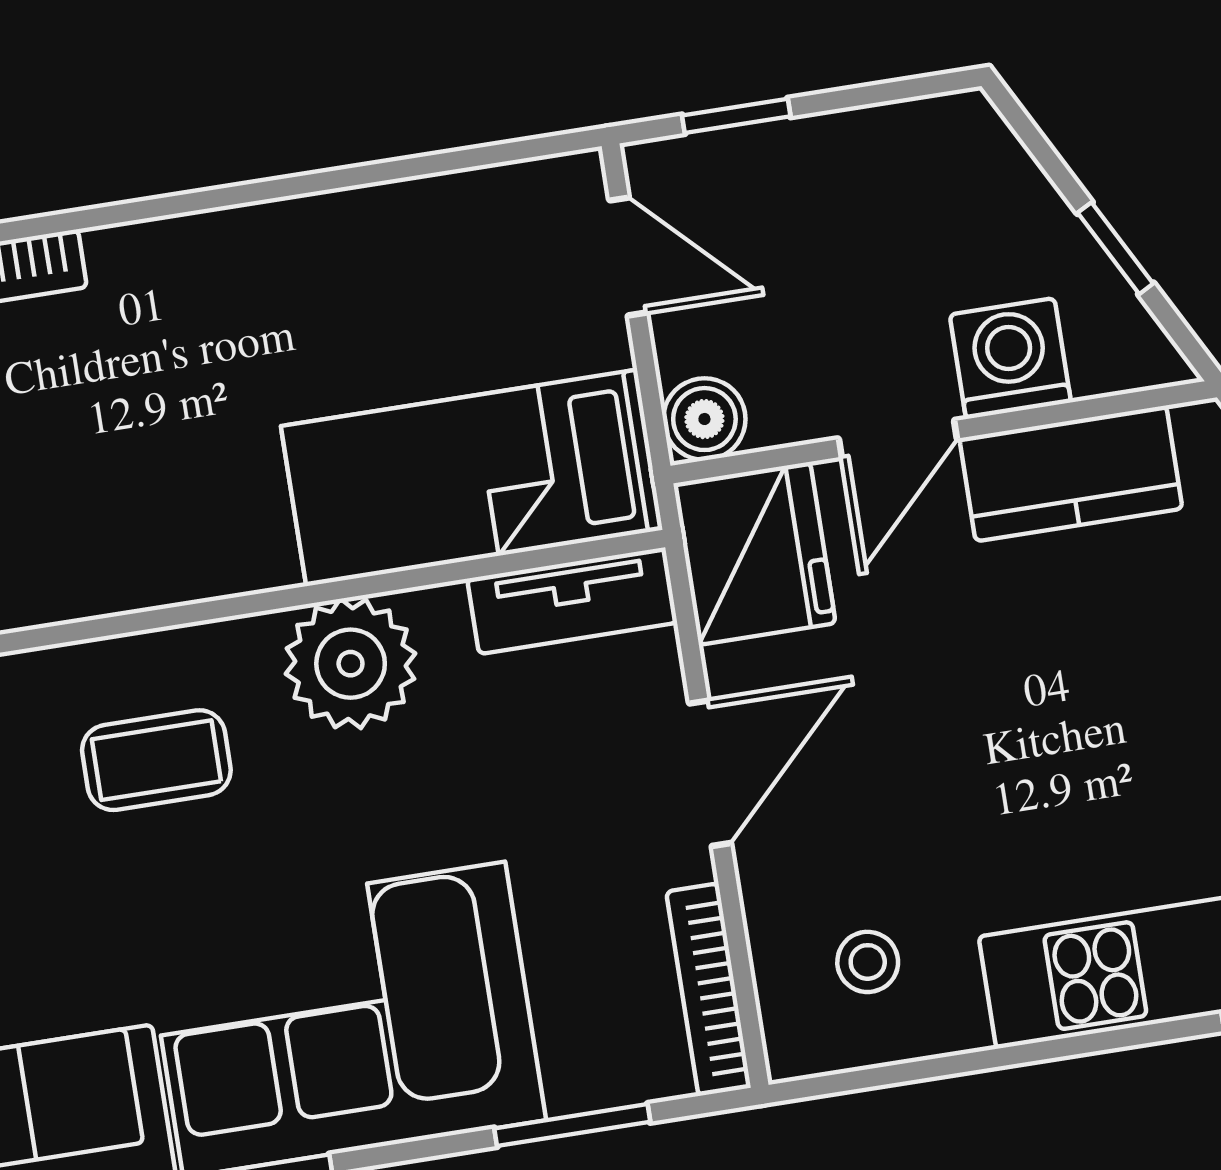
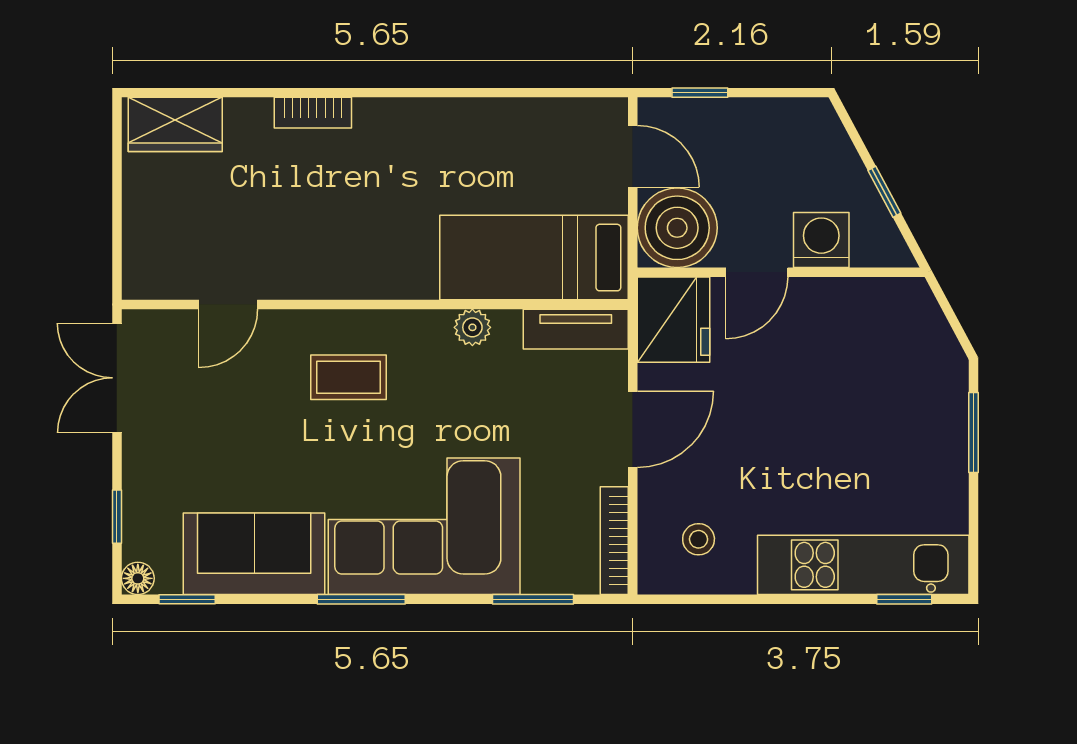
boiler: (704, 419) -> (677, 228), width x1.86, depth x1.86
kitchen counter: (1071, 473) -> (843, 304), removed
plant: (351, 664) -> (472, 327), width x0.53, depth x0.53

